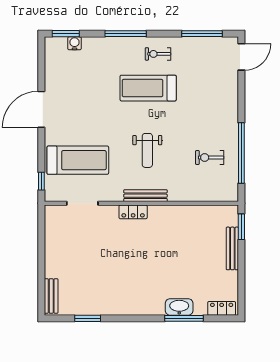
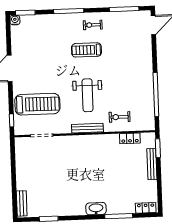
water cooler: (74, 43) -> (15, 20), moved
treadmill: (148, 88) -> (86, 50), width x0.73, depth x0.73
weight bench: (147, 150) -> (88, 95), width x1.36, depth x1.33
exercise bike: (210, 157) -> (120, 117), moved
locker: (133, 212) -> (130, 138), moved
washbasin: (179, 307) -> (96, 209), moved

